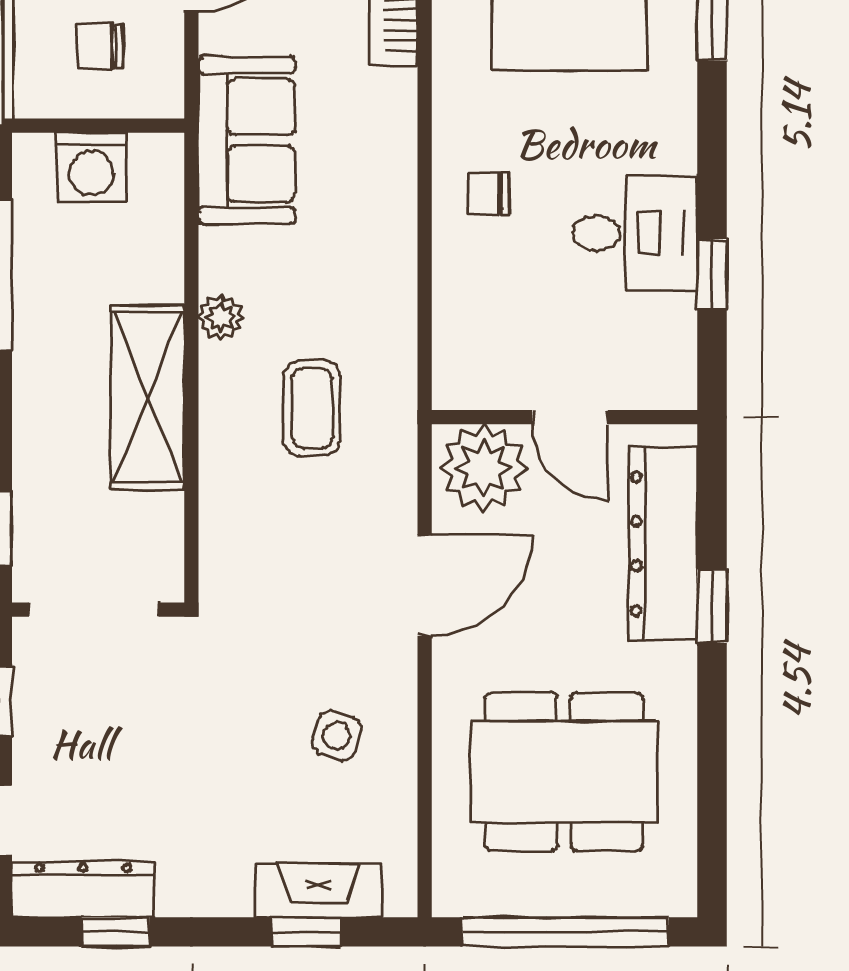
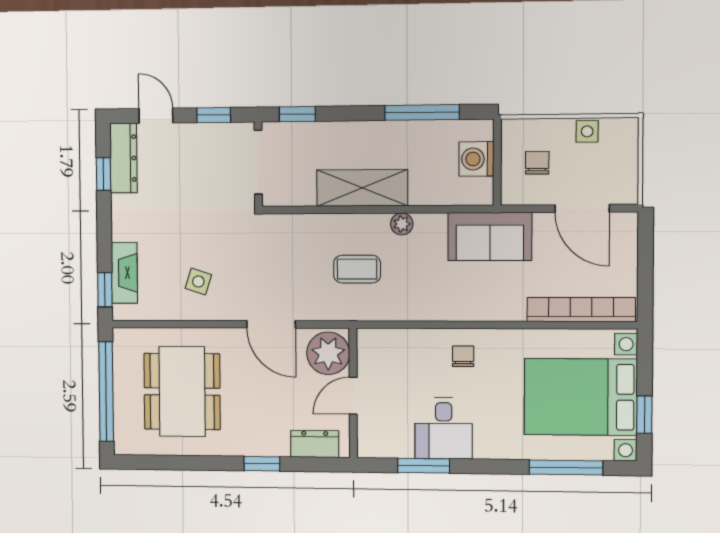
window: (712, 274) -> (424, 466), width x1.50
dresser: (663, 544) -> (315, 444), width x0.51, depth x0.80
window: (307, 932) -> (105, 290), moved

